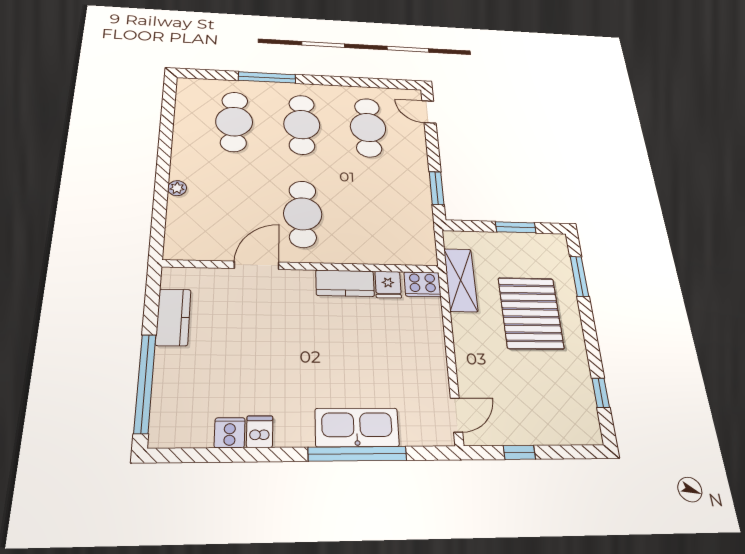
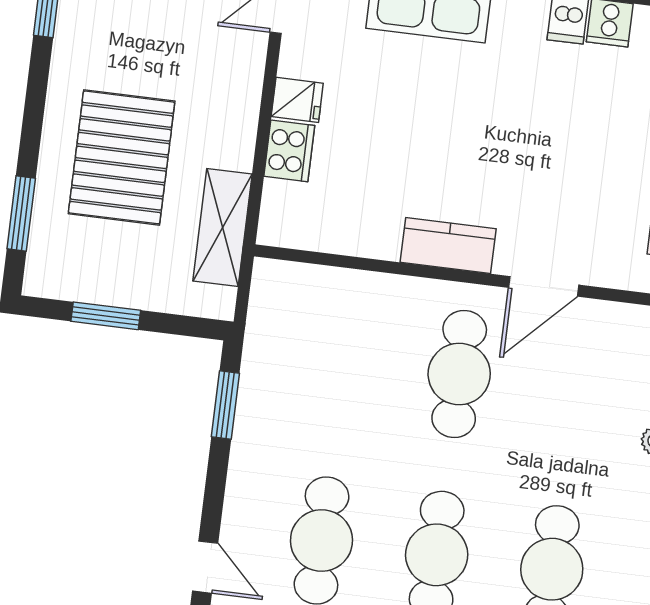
kitchen counter: (345, 283) -> (448, 246), moved
cooker: (423, 284) -> (289, 151), moved, turned 90
fridge: (388, 285) -> (297, 100), moved, turned 90

